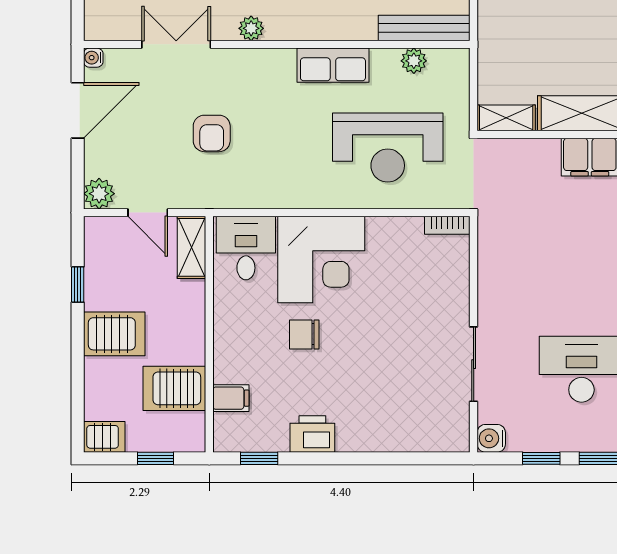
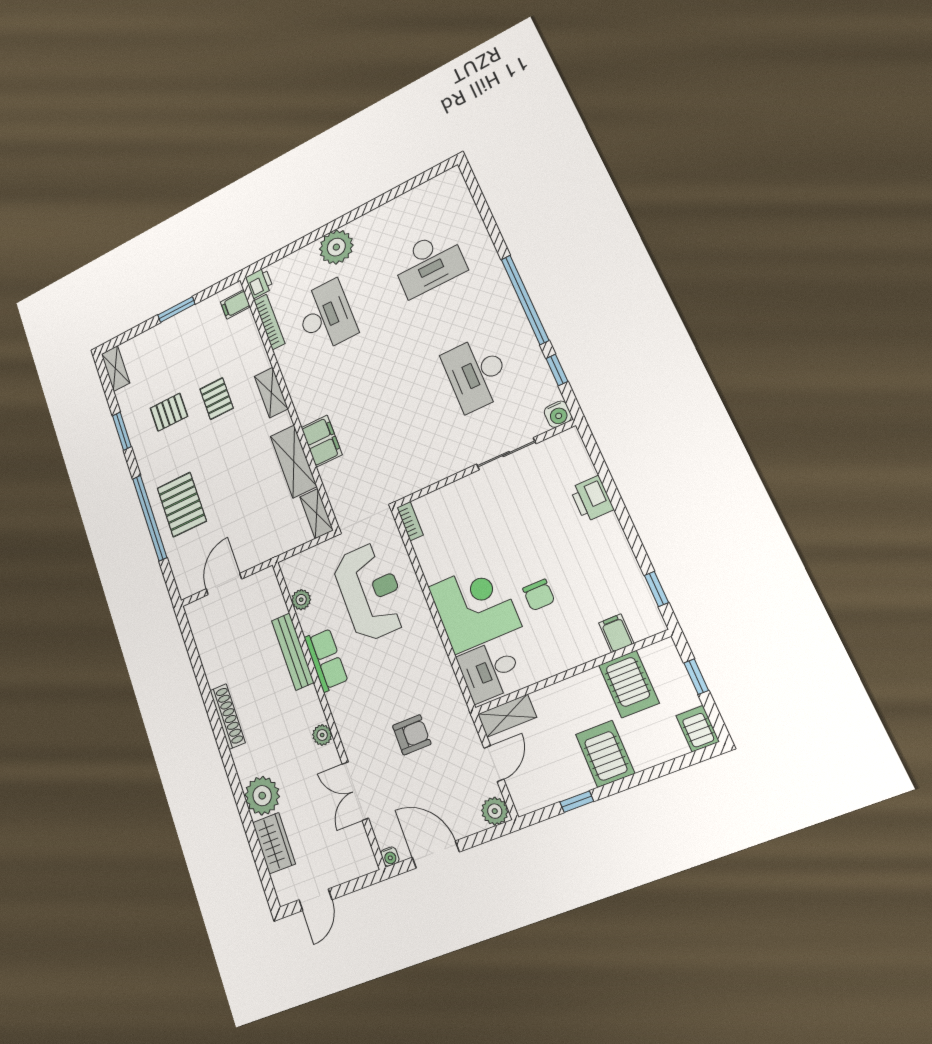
bench: (424, 28) -> (293, 651), moved
printer: (312, 434) -> (592, 499), moved

